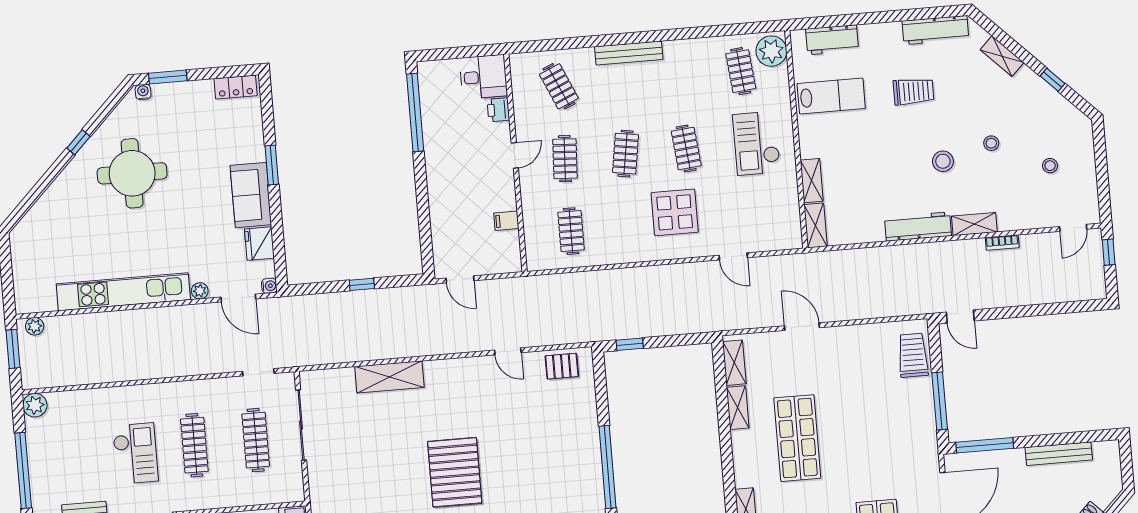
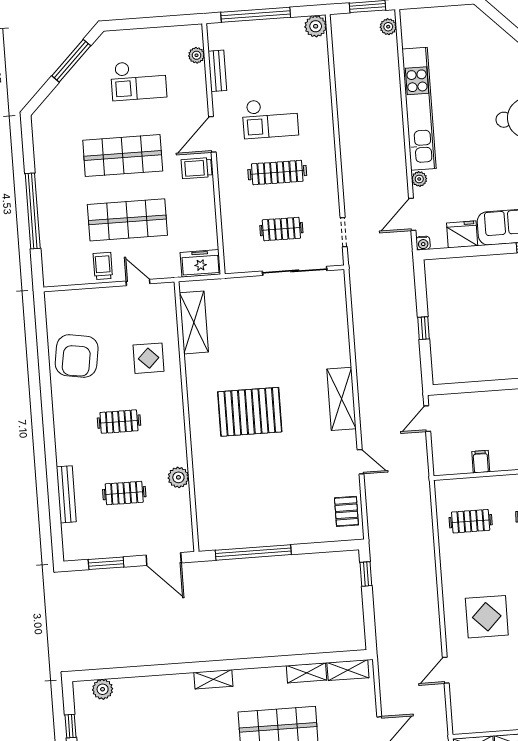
door: (508, 351) -> (361, 462), swing flipped
shelving: (389, 377) -> (342, 399), moved
clothes rail: (256, 440) -> (281, 229), width x0.73

